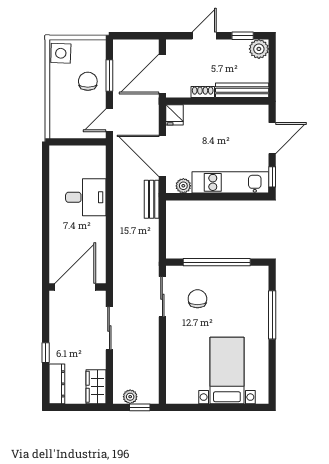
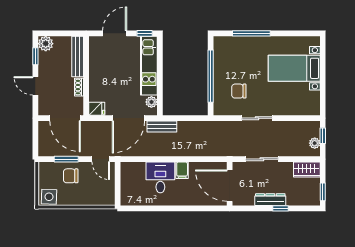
door: (272, 138) -> (115, 33), hinge flipped
filing cabinet: (95, 225) -> (182, 170), added
sliding door: (162, 297) -> (257, 118), moved
dresser: (57, 384) -> (270, 200), moved
window: (67, 407) -> (323, 192), added

